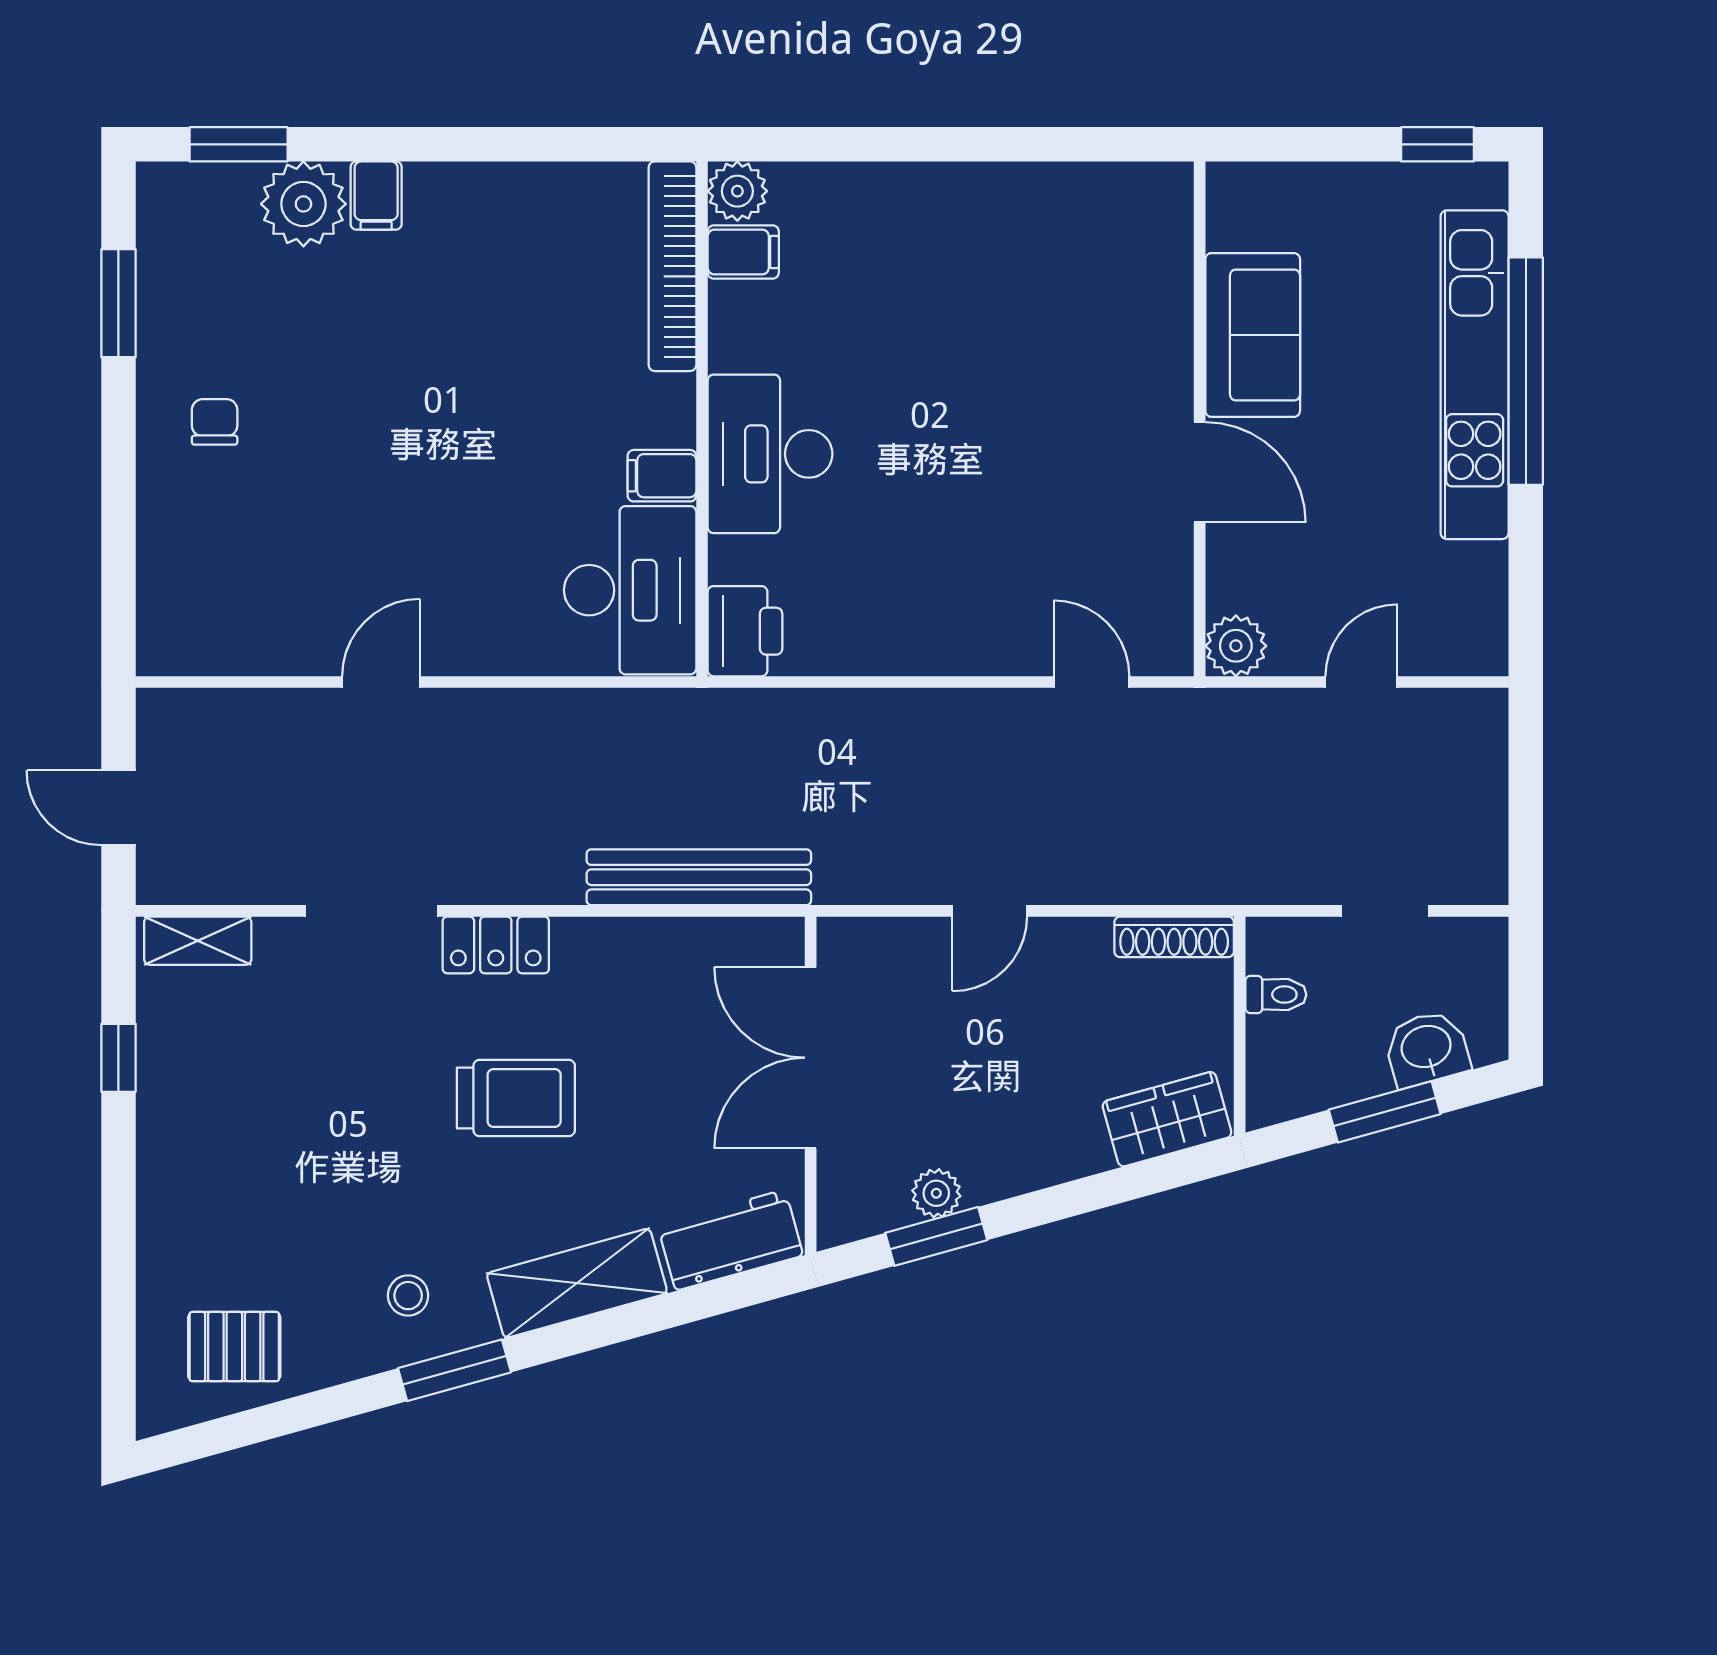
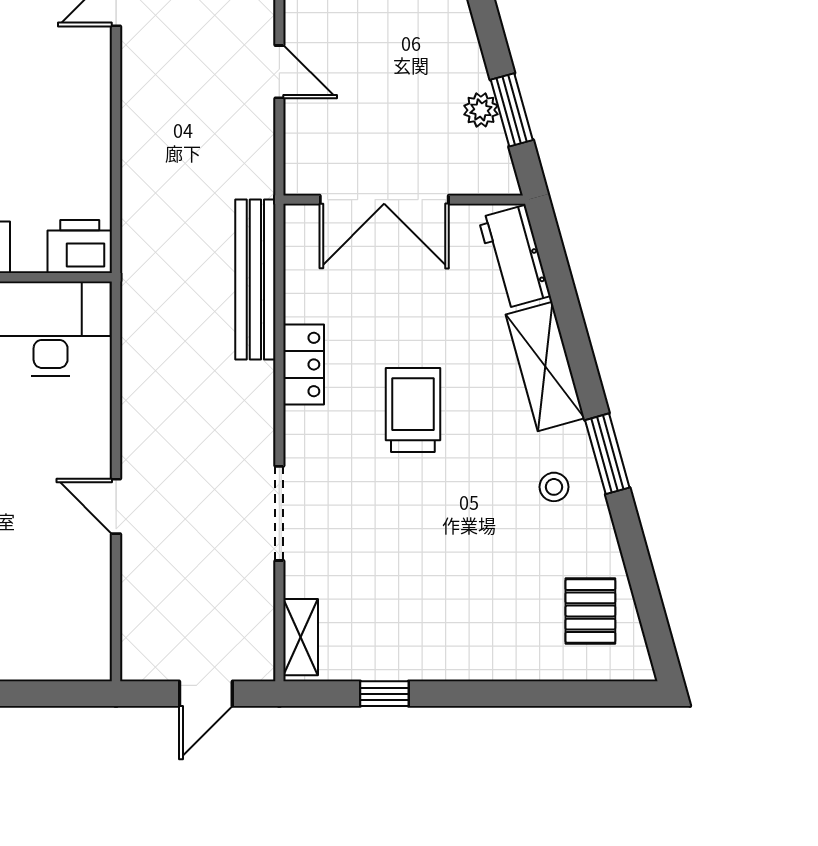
locker: (496, 945) -> (304, 364), moved

